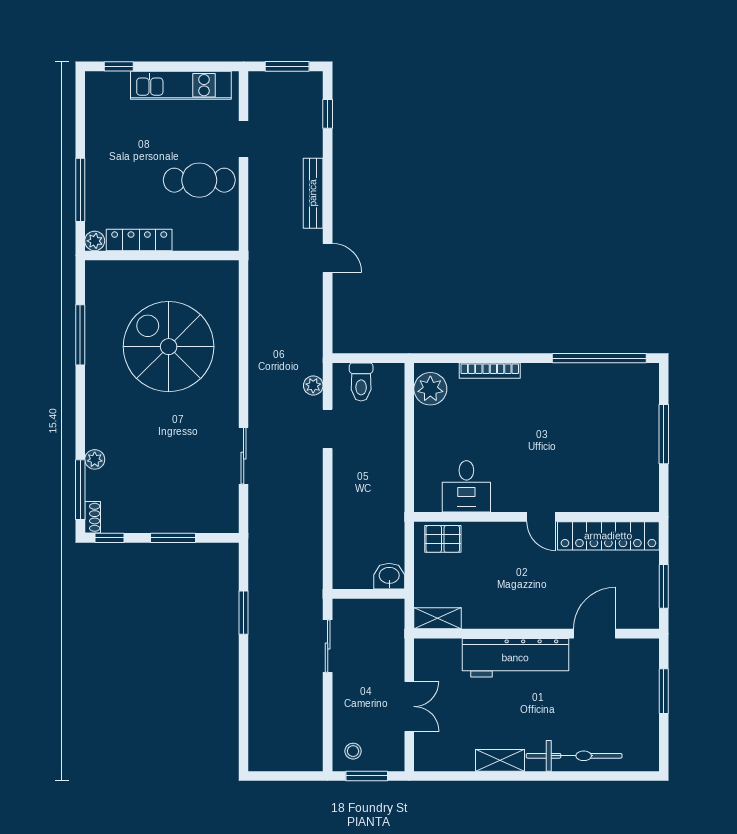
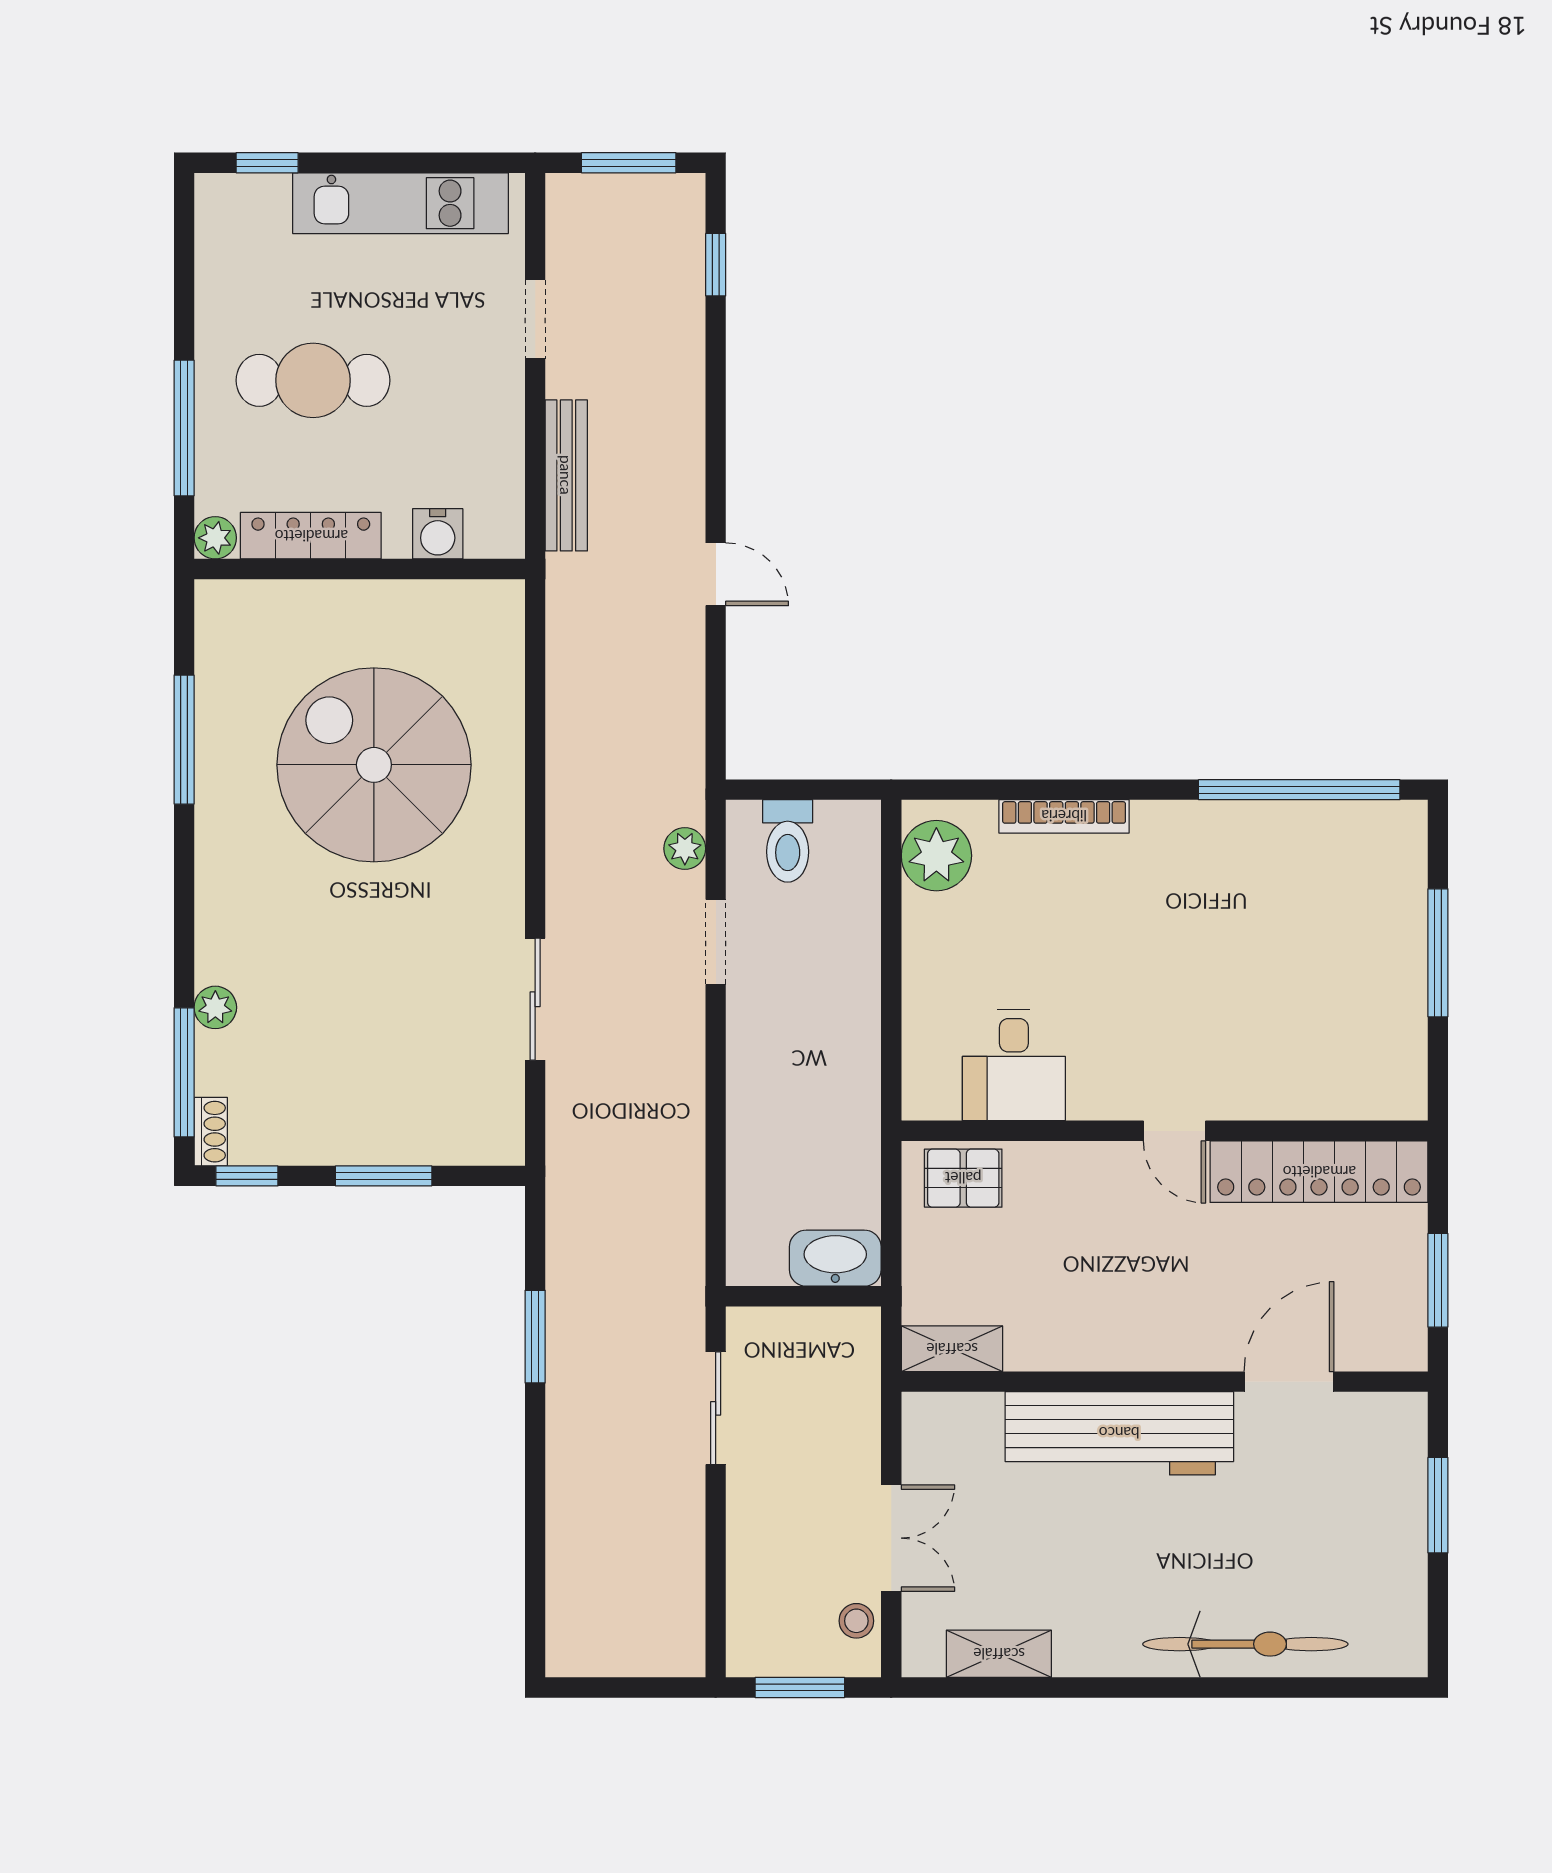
cafe table: (199, 180) -> (313, 380), moved
bench: (313, 193) -> (566, 475), moved
water cooler: (198, 239) -> (438, 534), added
washbasin: (389, 576) -> (835, 1258), width x1.38
stool: (353, 751) -> (856, 1621), moved
shelving: (500, 760) -> (999, 1654), moved

